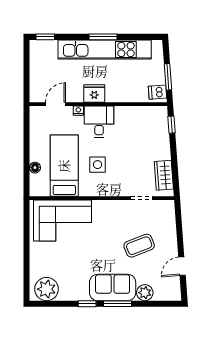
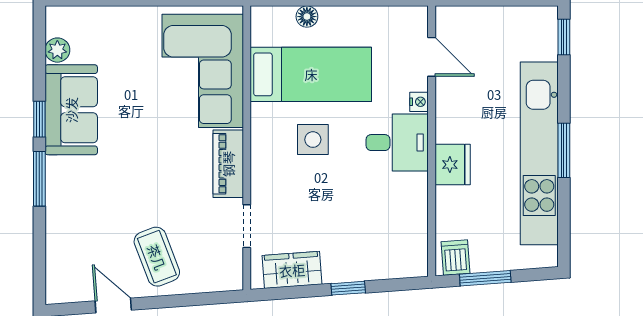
fridge: (94, 94) -> (453, 165), moved
window: (172, 125) -> (348, 288), moved
piano: (110, 208) -> (228, 164), added
coffee table: (139, 246) -> (157, 257), moved
sofa: (113, 287) -> (71, 110), moved
plant: (47, 289) -> (57, 50), width x0.53, depth x0.53
plant: (145, 293) -> (61, 233), removed

